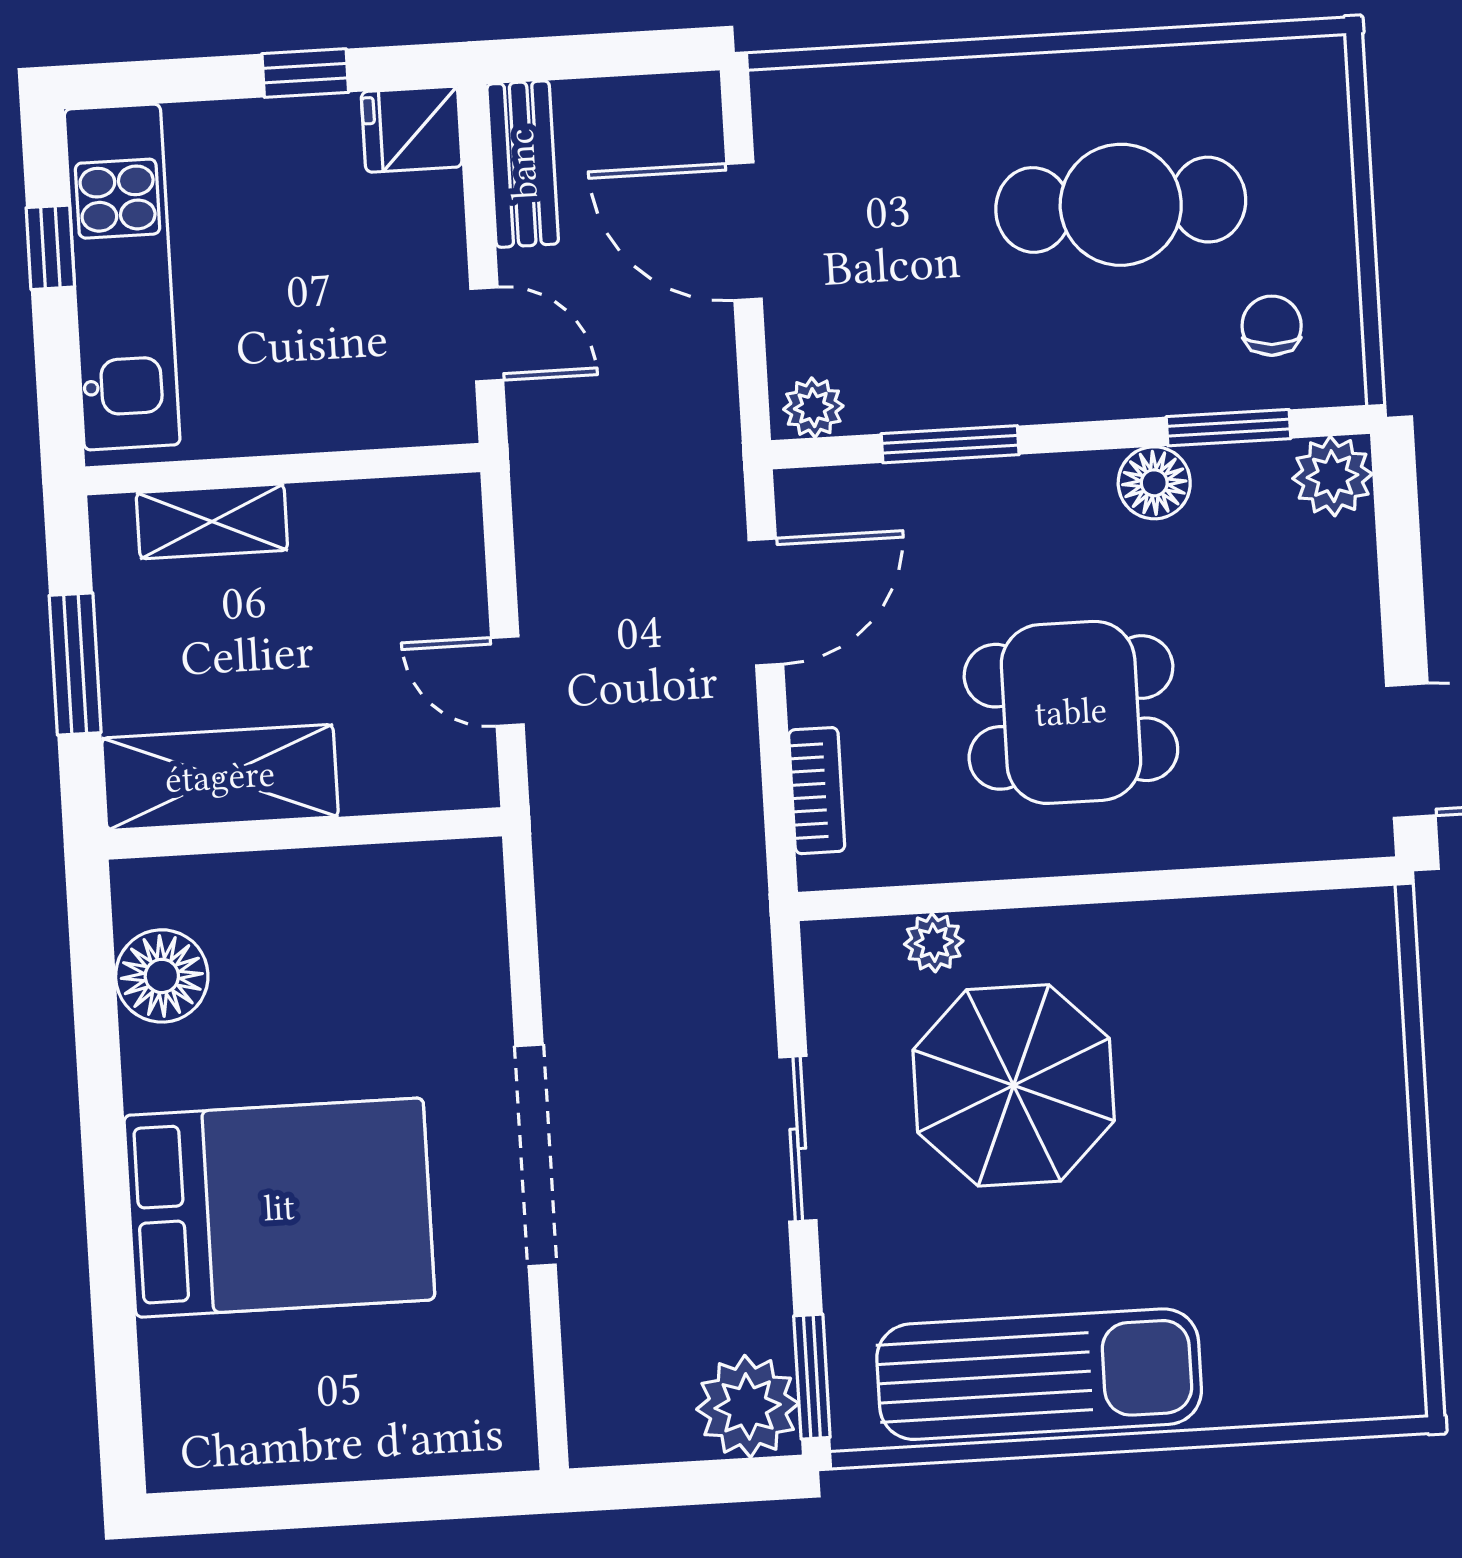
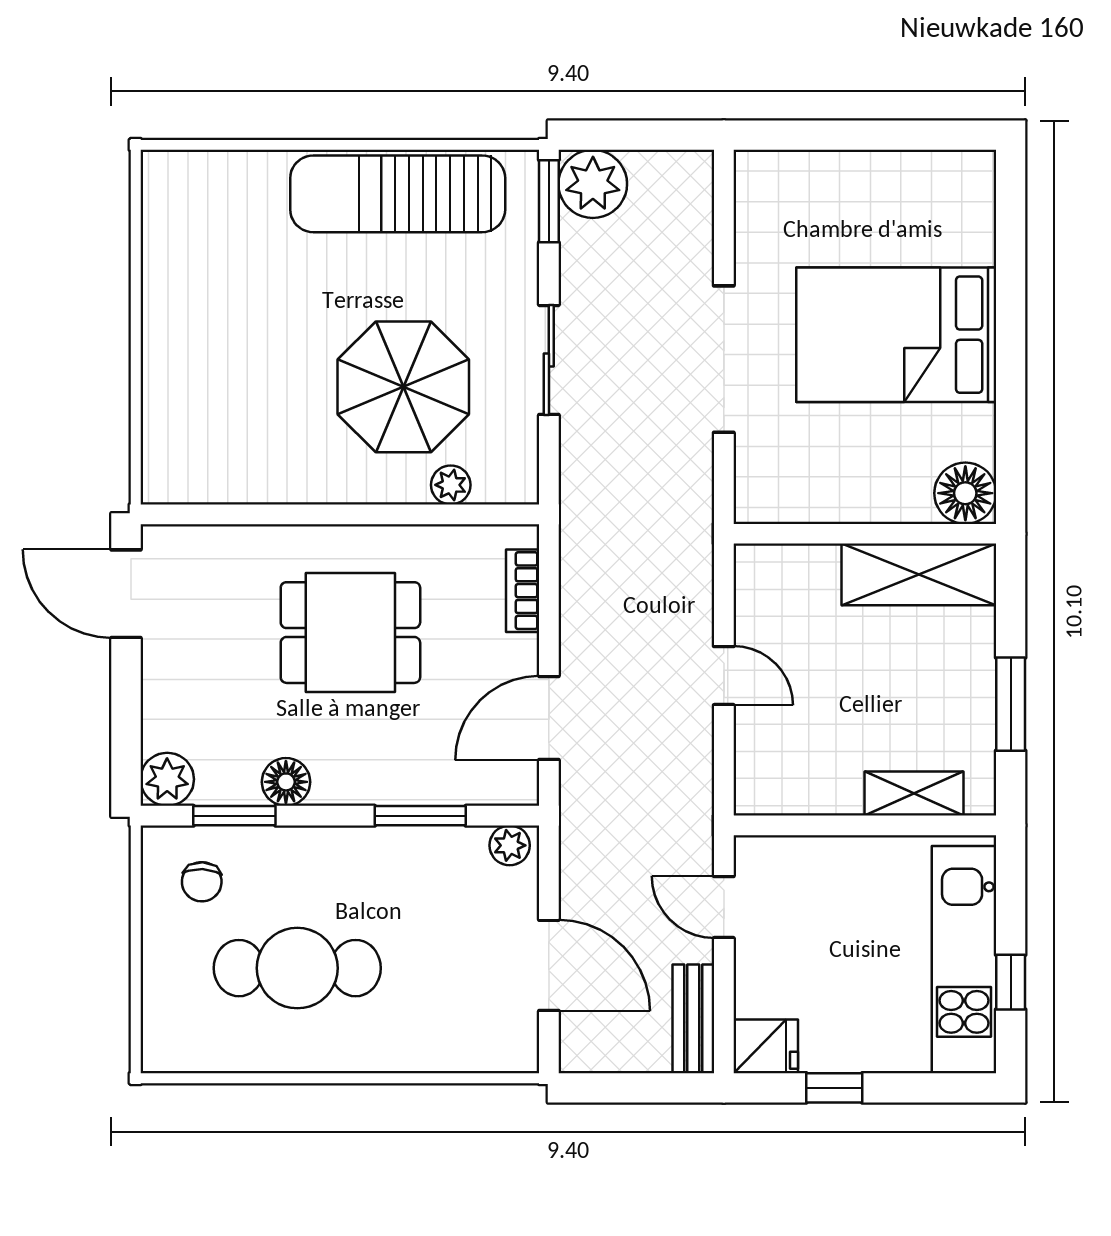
shelving: (220, 777) -> (919, 574), moved
wall: (304, 833) -> (865, 534), moved

